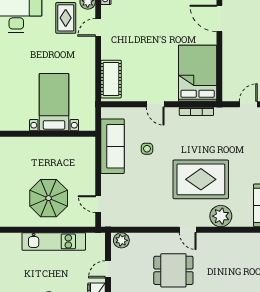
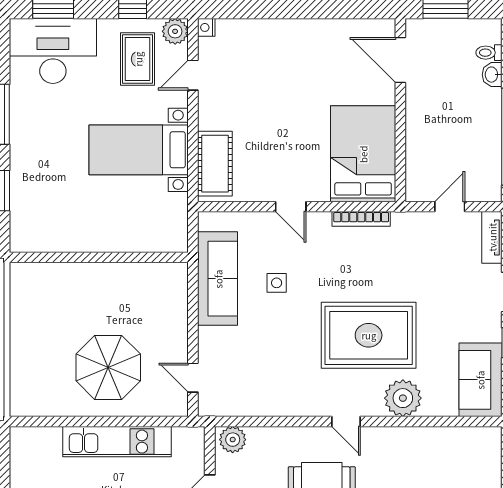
bed with nightstands: (54, 102) -> (139, 150), moved, turned -90

